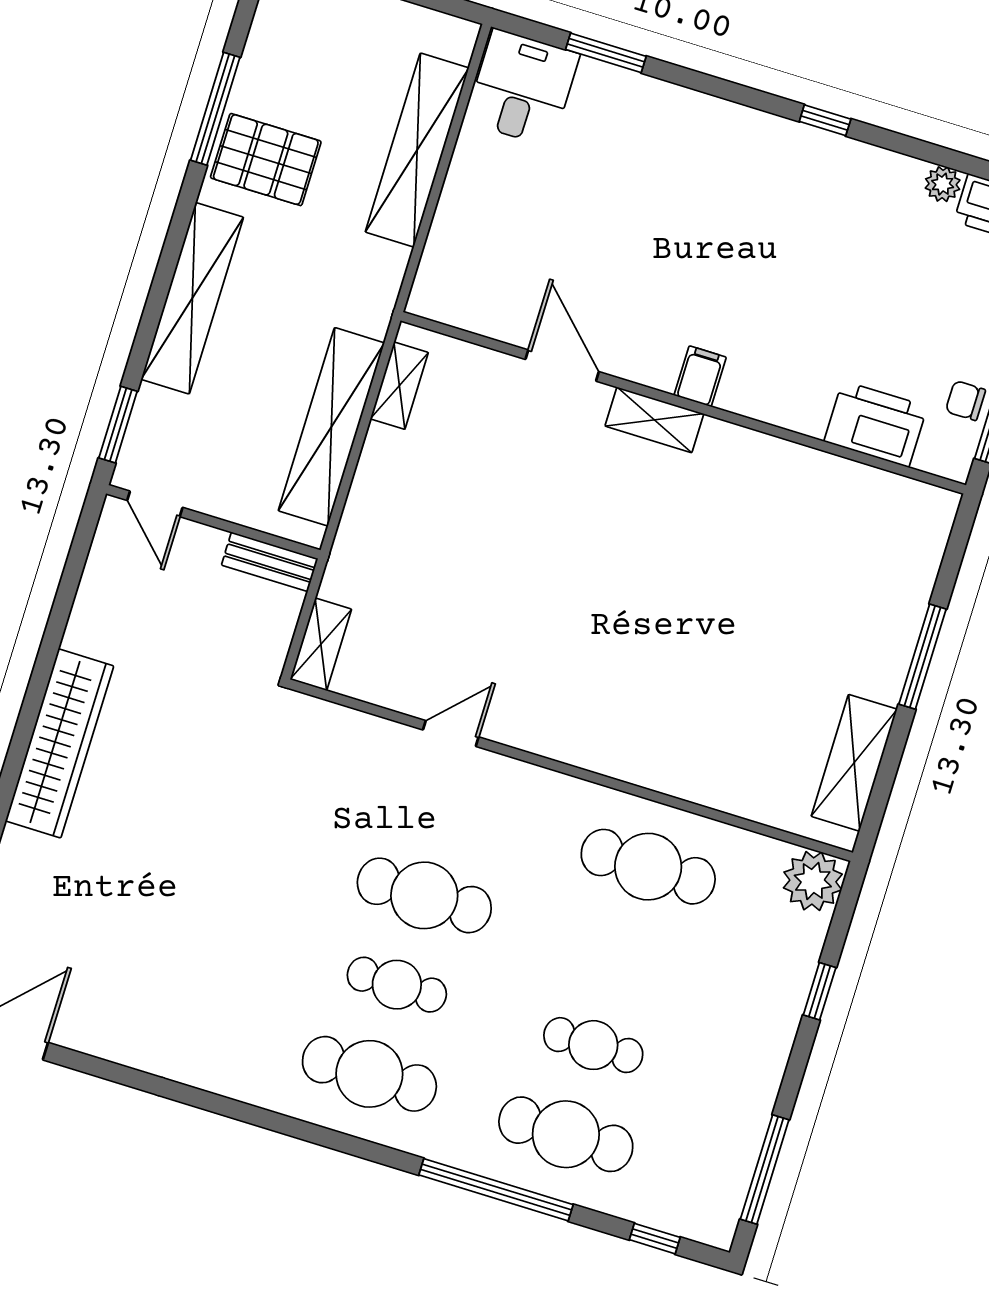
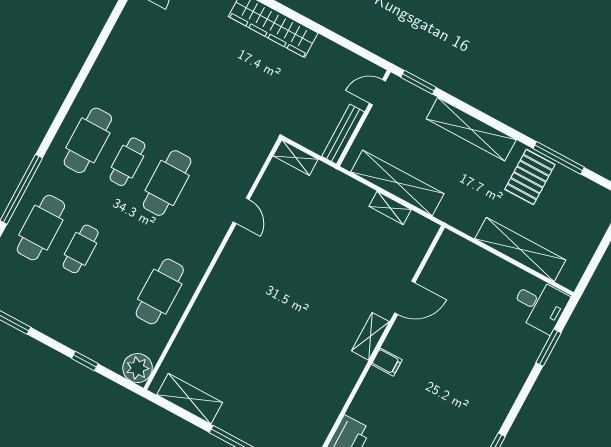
shelving: (399, 386) -> (390, 208), moved
bench: (270, 562) -> (343, 134), width x1.36

